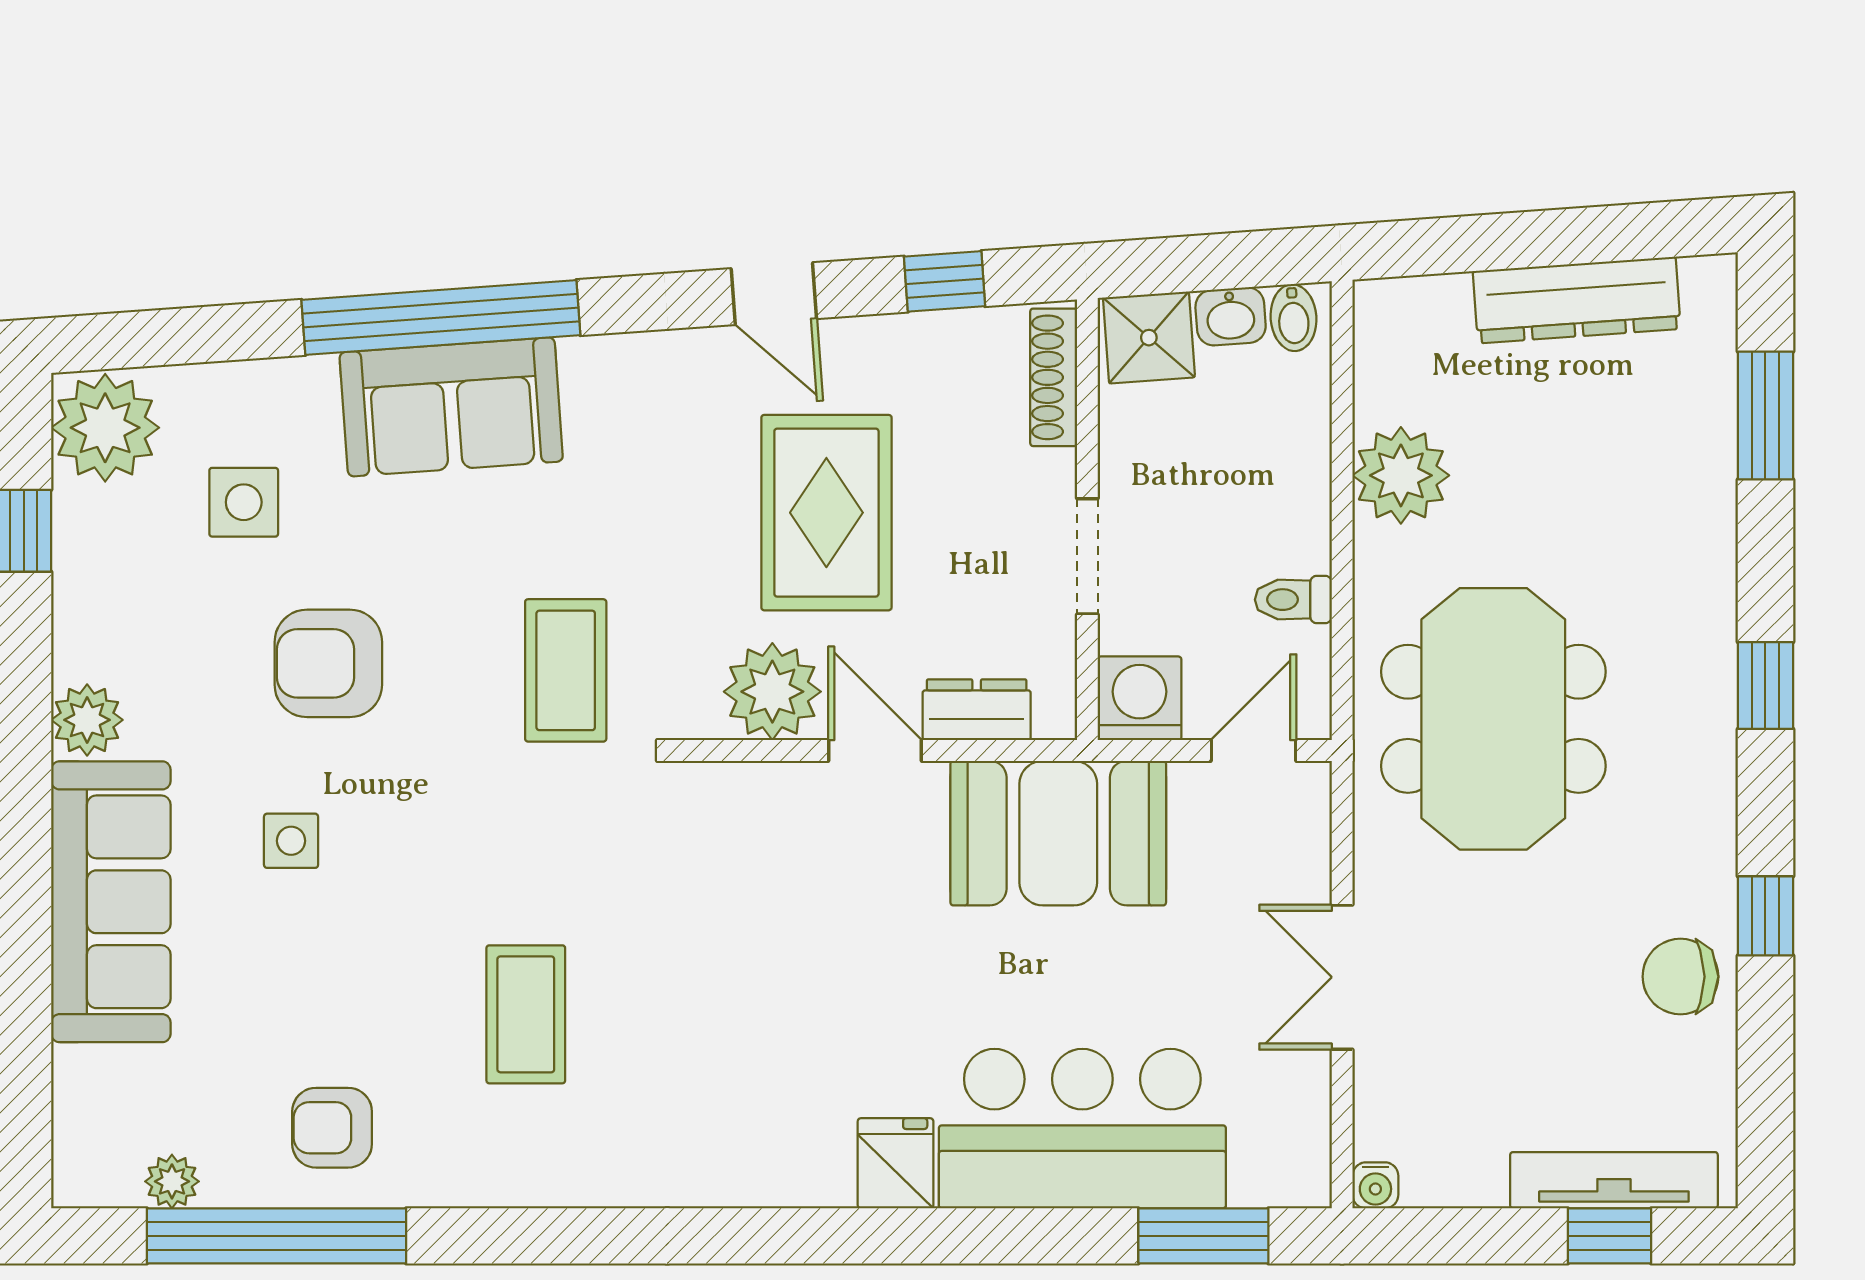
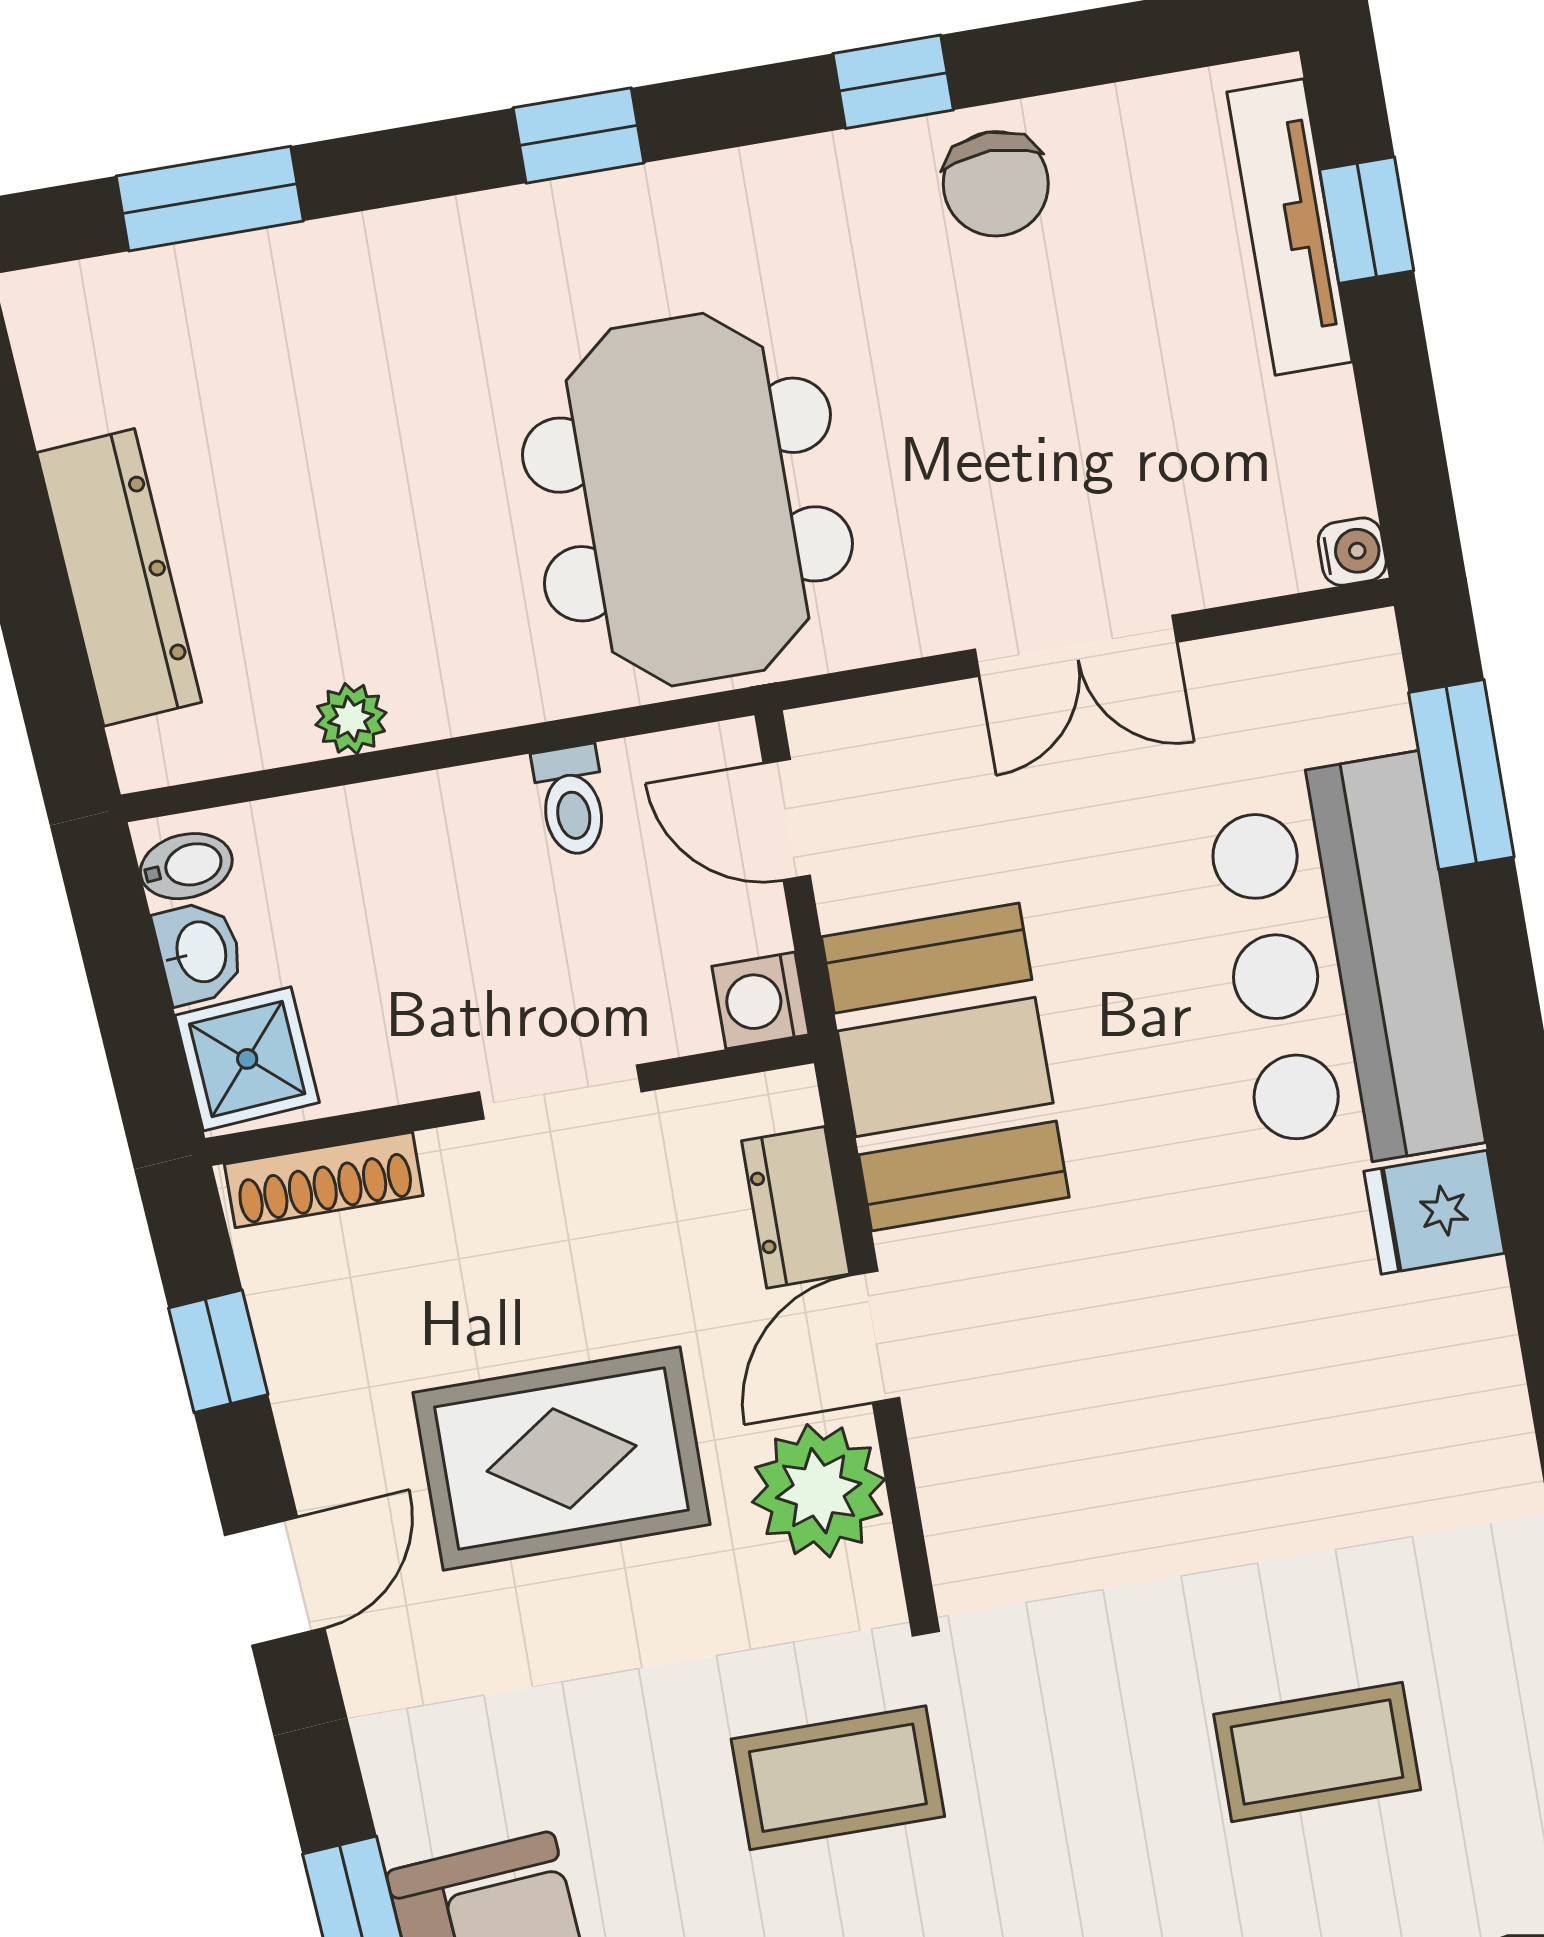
dresser: (1577, 300) -> (119, 577), moved
plant: (1401, 475) -> (351, 719), width x0.53, depth x0.53
washing machine: (1140, 698) -> (760, 1001), width x0.73, depth x0.73
meeting table: (1493, 719) -> (687, 500), turned 90

